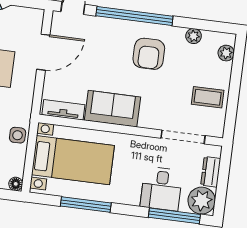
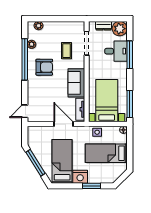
window: (134, 16) -> (25, 59), moved
door: (43, 52) -> (64, 124), moved
coffee table: (208, 97) -> (67, 51), moved
window: (86, 205) -> (130, 104), moved
window: (174, 216) -> (130, 55), moved

